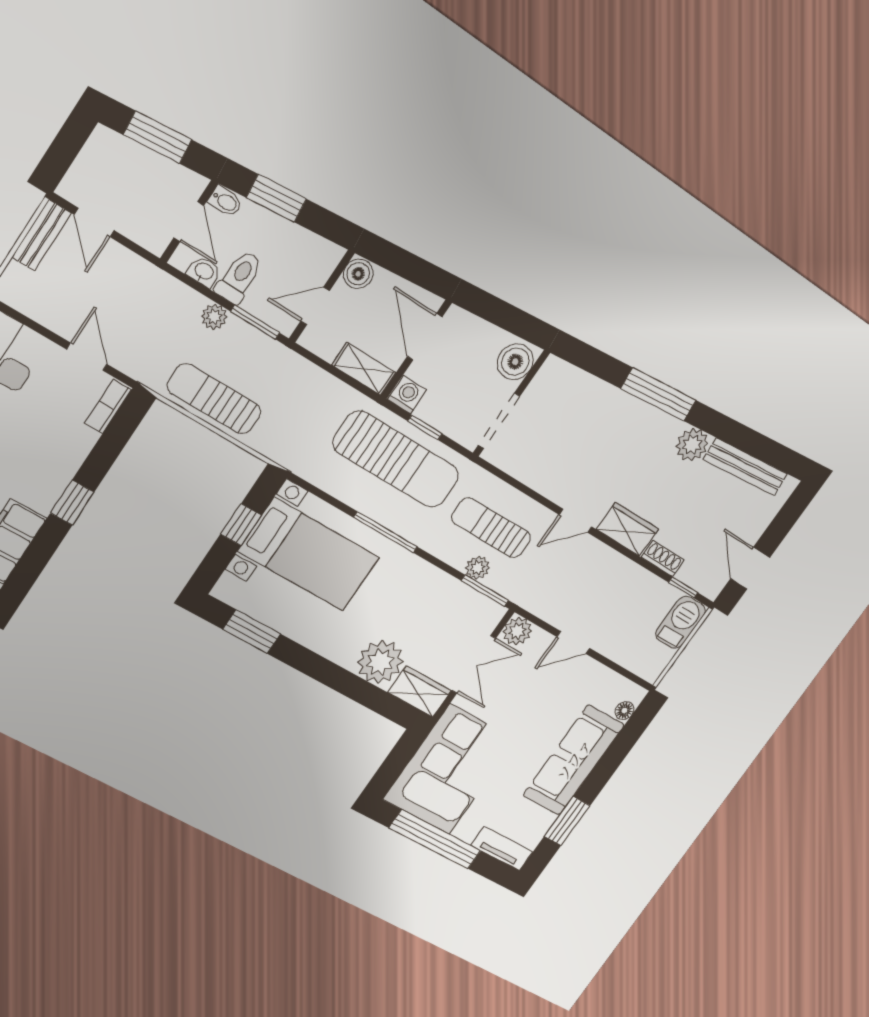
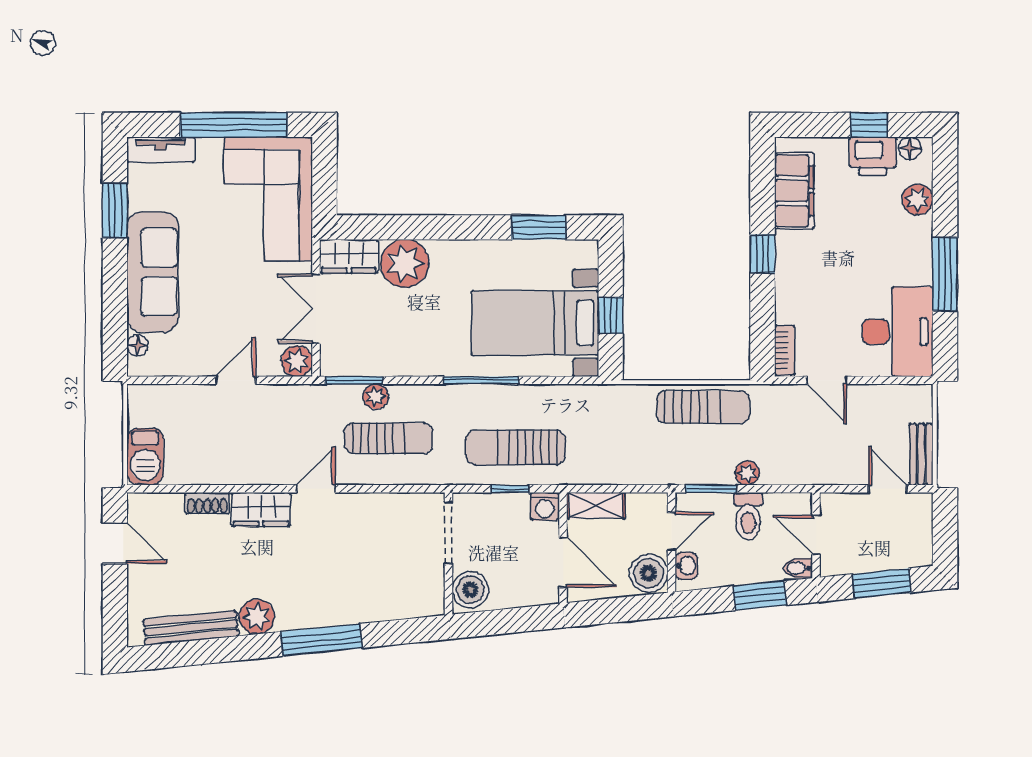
washbasin: (204, 272) -> (686, 566), moved, turned -90
boiler: (358, 274) -> (649, 573), width x1.36, depth x1.36
sun lounger: (396, 459) -> (515, 447), width x0.73, depth x0.75
window: (683, 588) -> (167, 489), removed

